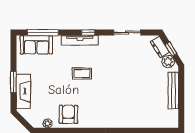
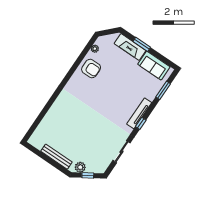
window: (43, 33) -> (163, 90), width x0.69
sofa: (36, 45) -> (154, 66), moved, turned -90
dresser: (160, 47) -> (95, 168), removed
coffee table: (82, 74) -> (114, 98), removed

